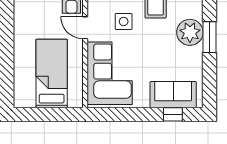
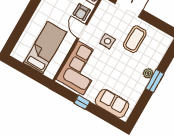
plant: (190, 32) -> (148, 73), width x0.53, depth x0.53
window: (173, 114) -> (82, 102), moved

